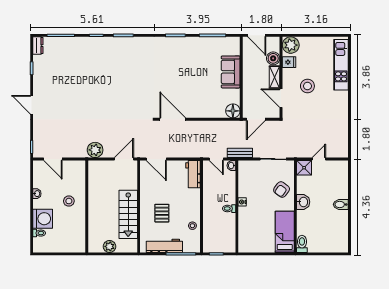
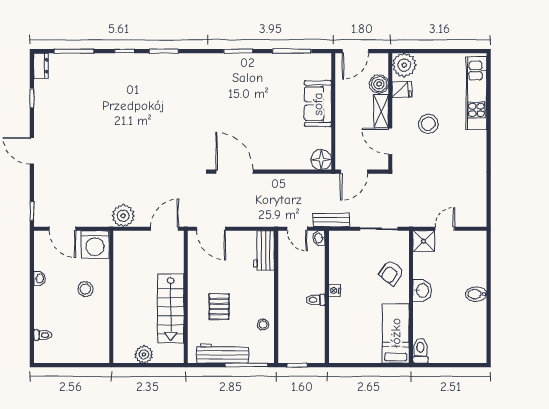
door: (257, 35) -> (355, 51), hinge flipped
washing machine: (43, 219) -> (95, 245), moved, turned 90

